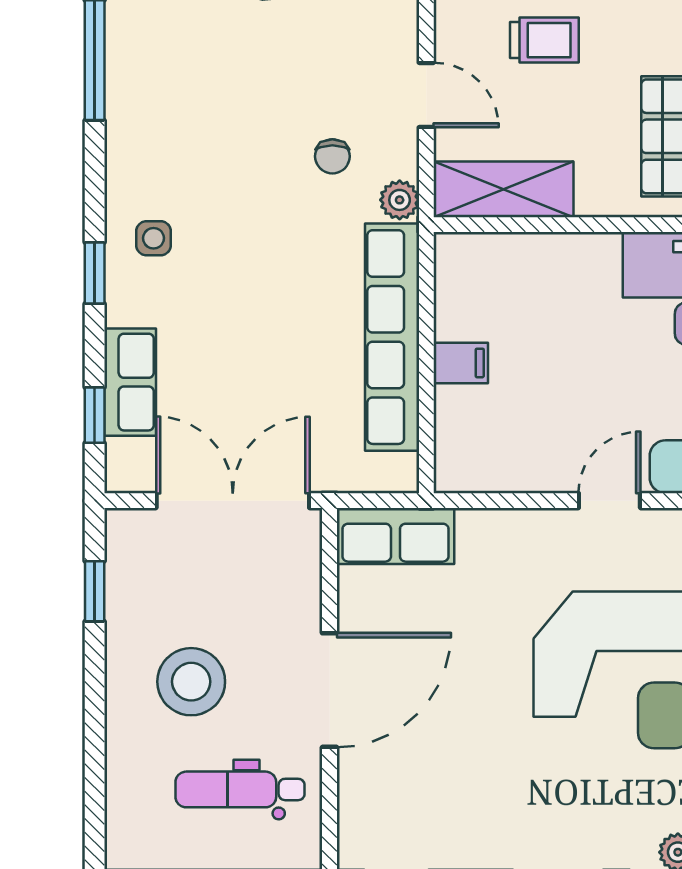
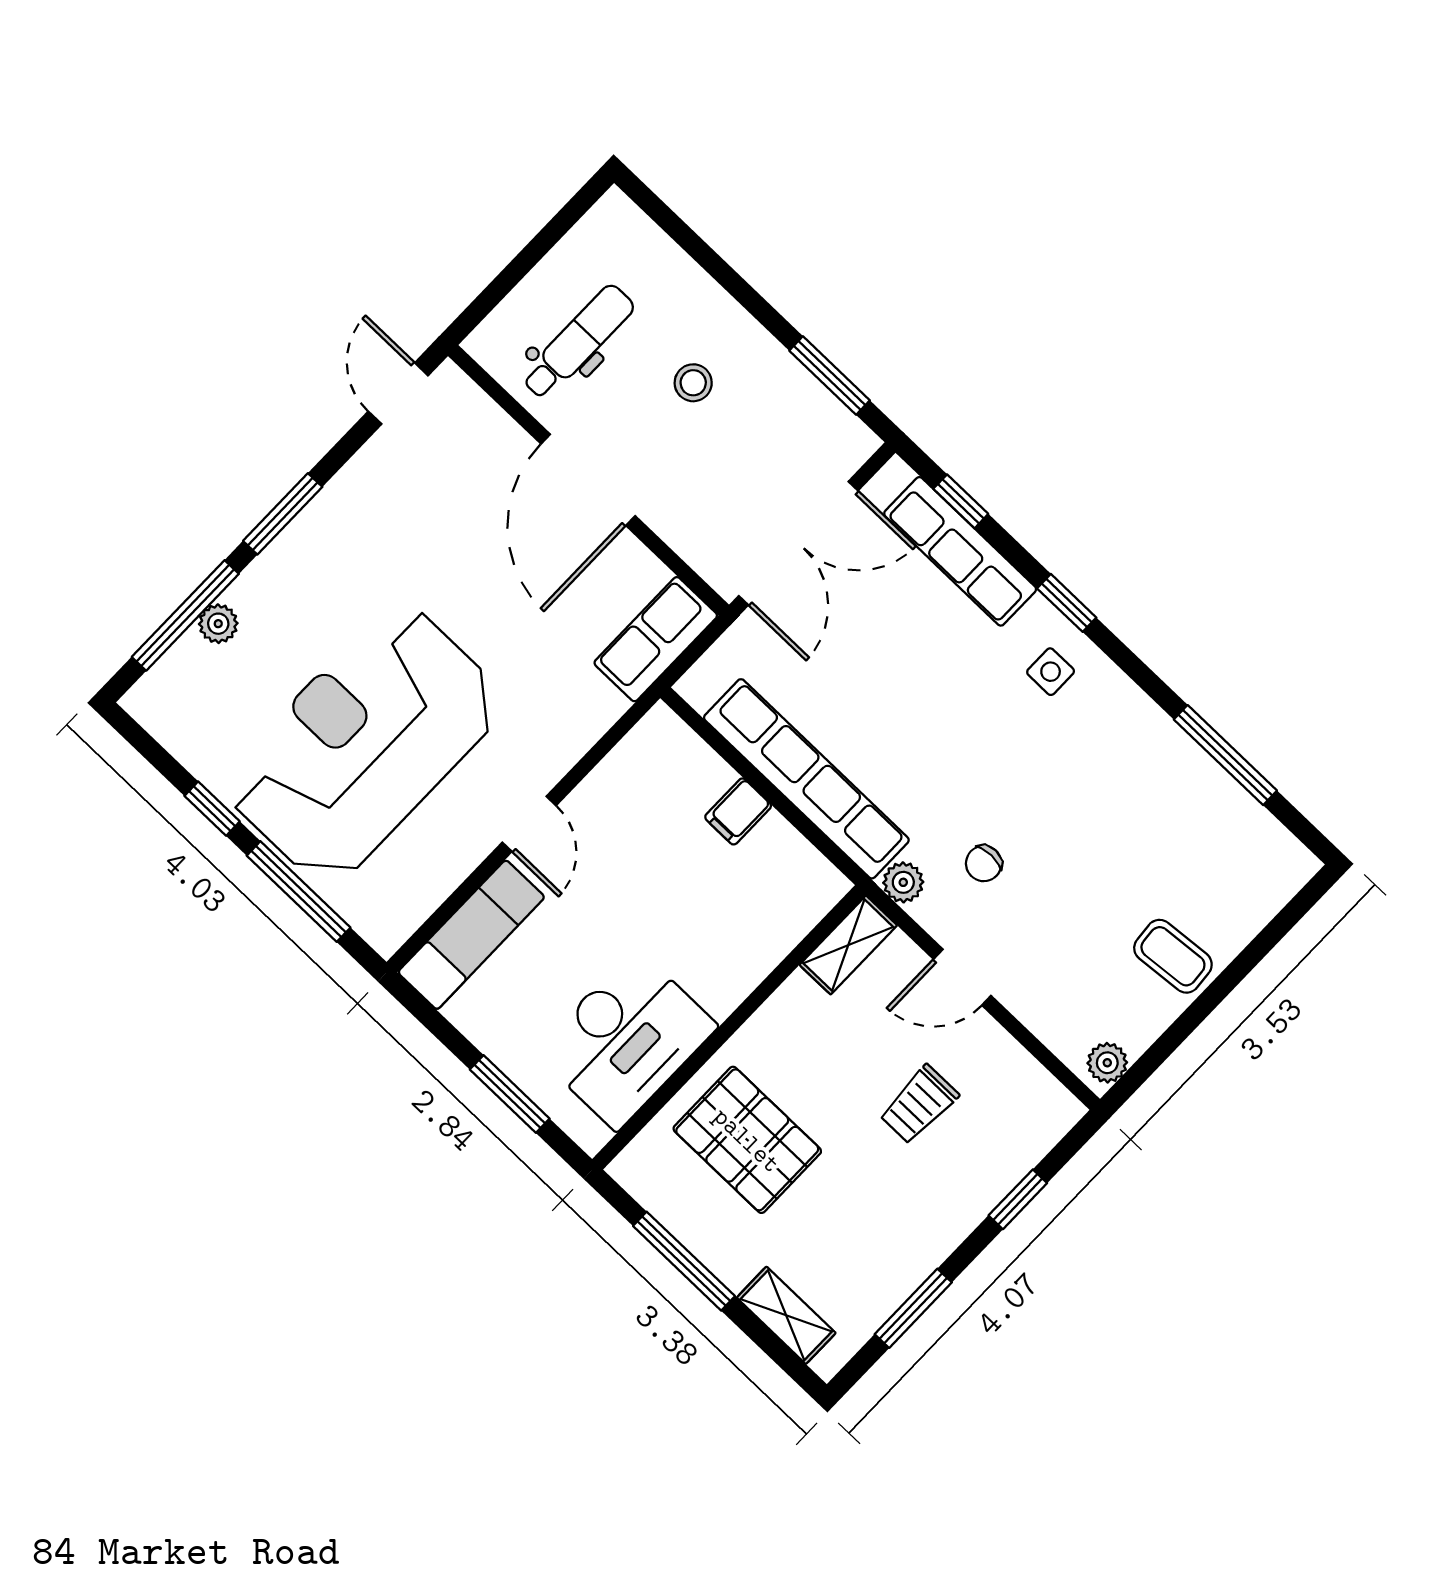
chair: (332, 156) -> (984, 863), turned -90
shelving: (504, 189) -> (848, 945), width x0.67, depth x0.75
row of seats: (130, 382) -> (960, 551), width x1.48
window: (95, 591) -> (830, 375), width x1.50
stool: (191, 682) -> (693, 383), width x0.53, depth x0.53

